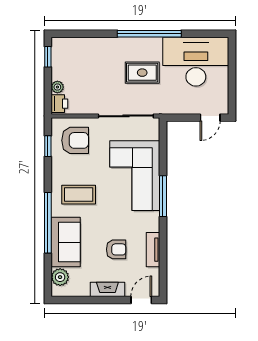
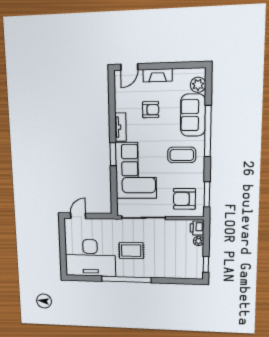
window: (48, 146) -> (207, 194), width x1.50
window: (163, 196) -> (113, 154), width x0.69
armchair: (116, 249) -> (151, 110), turned 180
tv unit: (153, 250) -> (120, 127), moved

